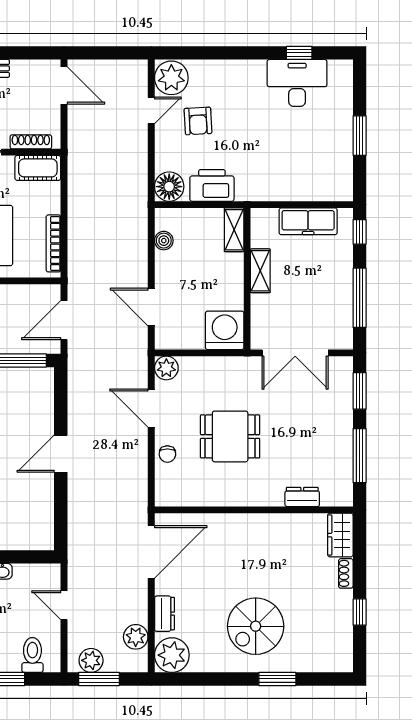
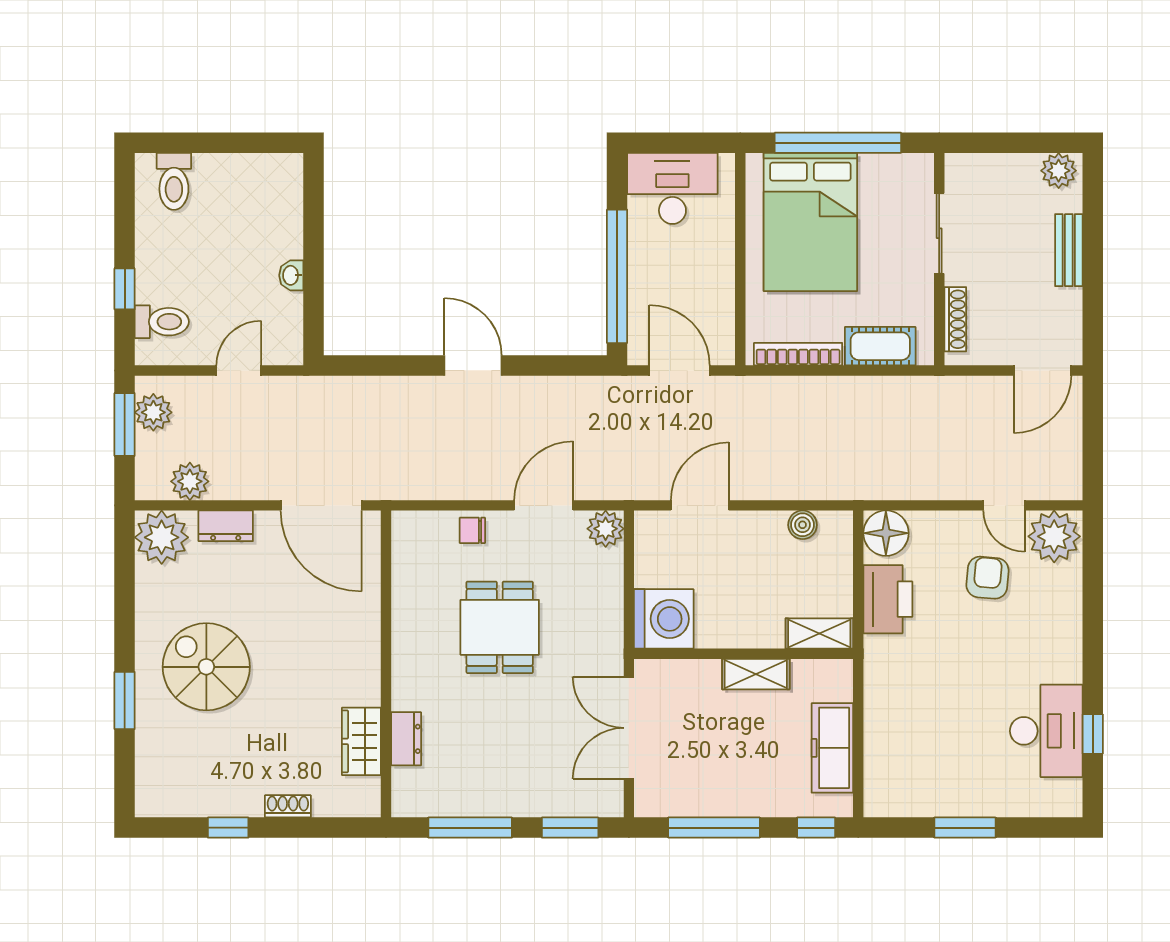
armchair: (198, 121) -> (987, 578), turned 98
cot: (38, 168) -> (880, 346), moved, turned 90
wardrobe: (340, 535) -> (361, 741), moved, turned -90

